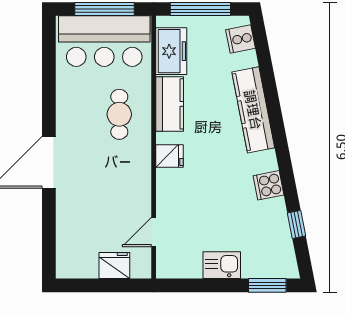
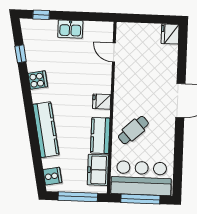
cafe table: (119, 114) -> (133, 130), turned 47
door: (154, 232) -> (114, 52), swing flipped
fridge: (114, 266) -> (170, 34), moved, turned 90
window: (267, 285) -> (41, 15), width x0.67

